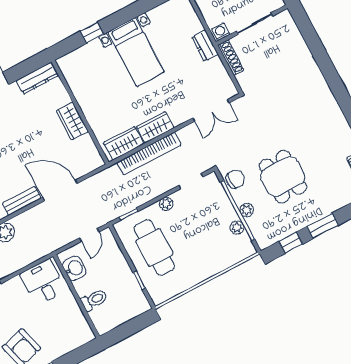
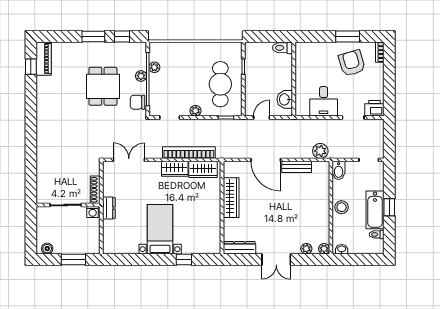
wardrobe: (72, 121) -> (231, 198), width x1.50
desk: (43, 282) -> (324, 101), moved
toilet: (94, 300) -> (282, 48), moved

